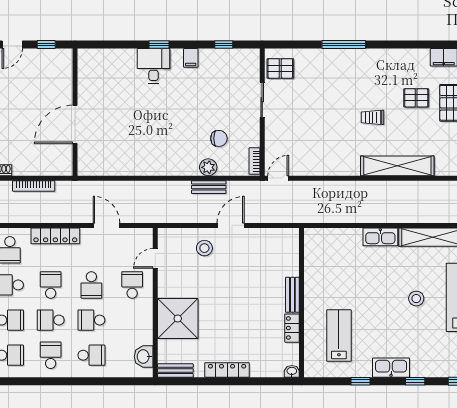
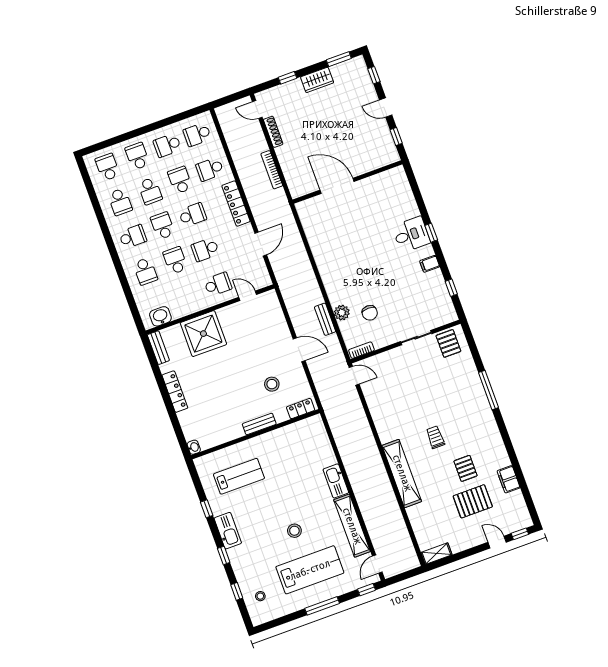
stool: (204, 248) -> (272, 384), moved
locker: (292, 328) -> (301, 409), moved

